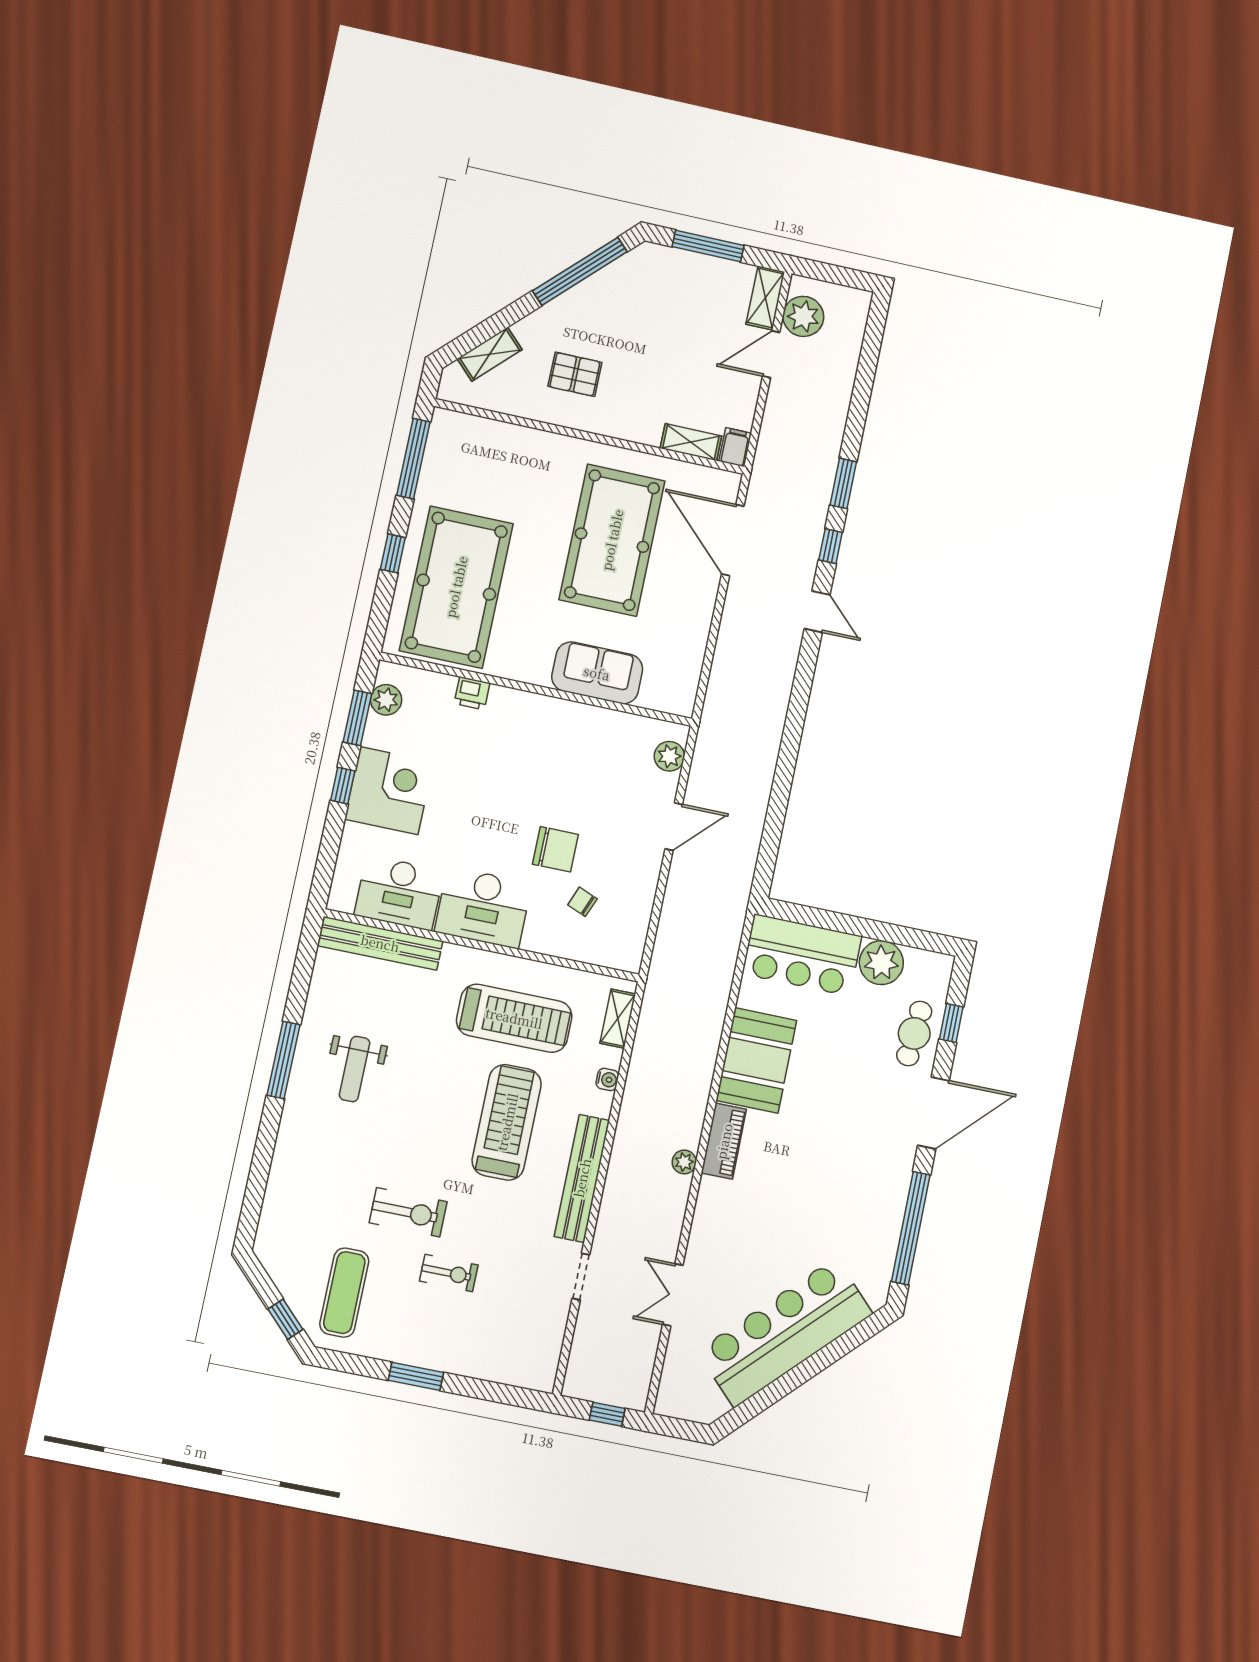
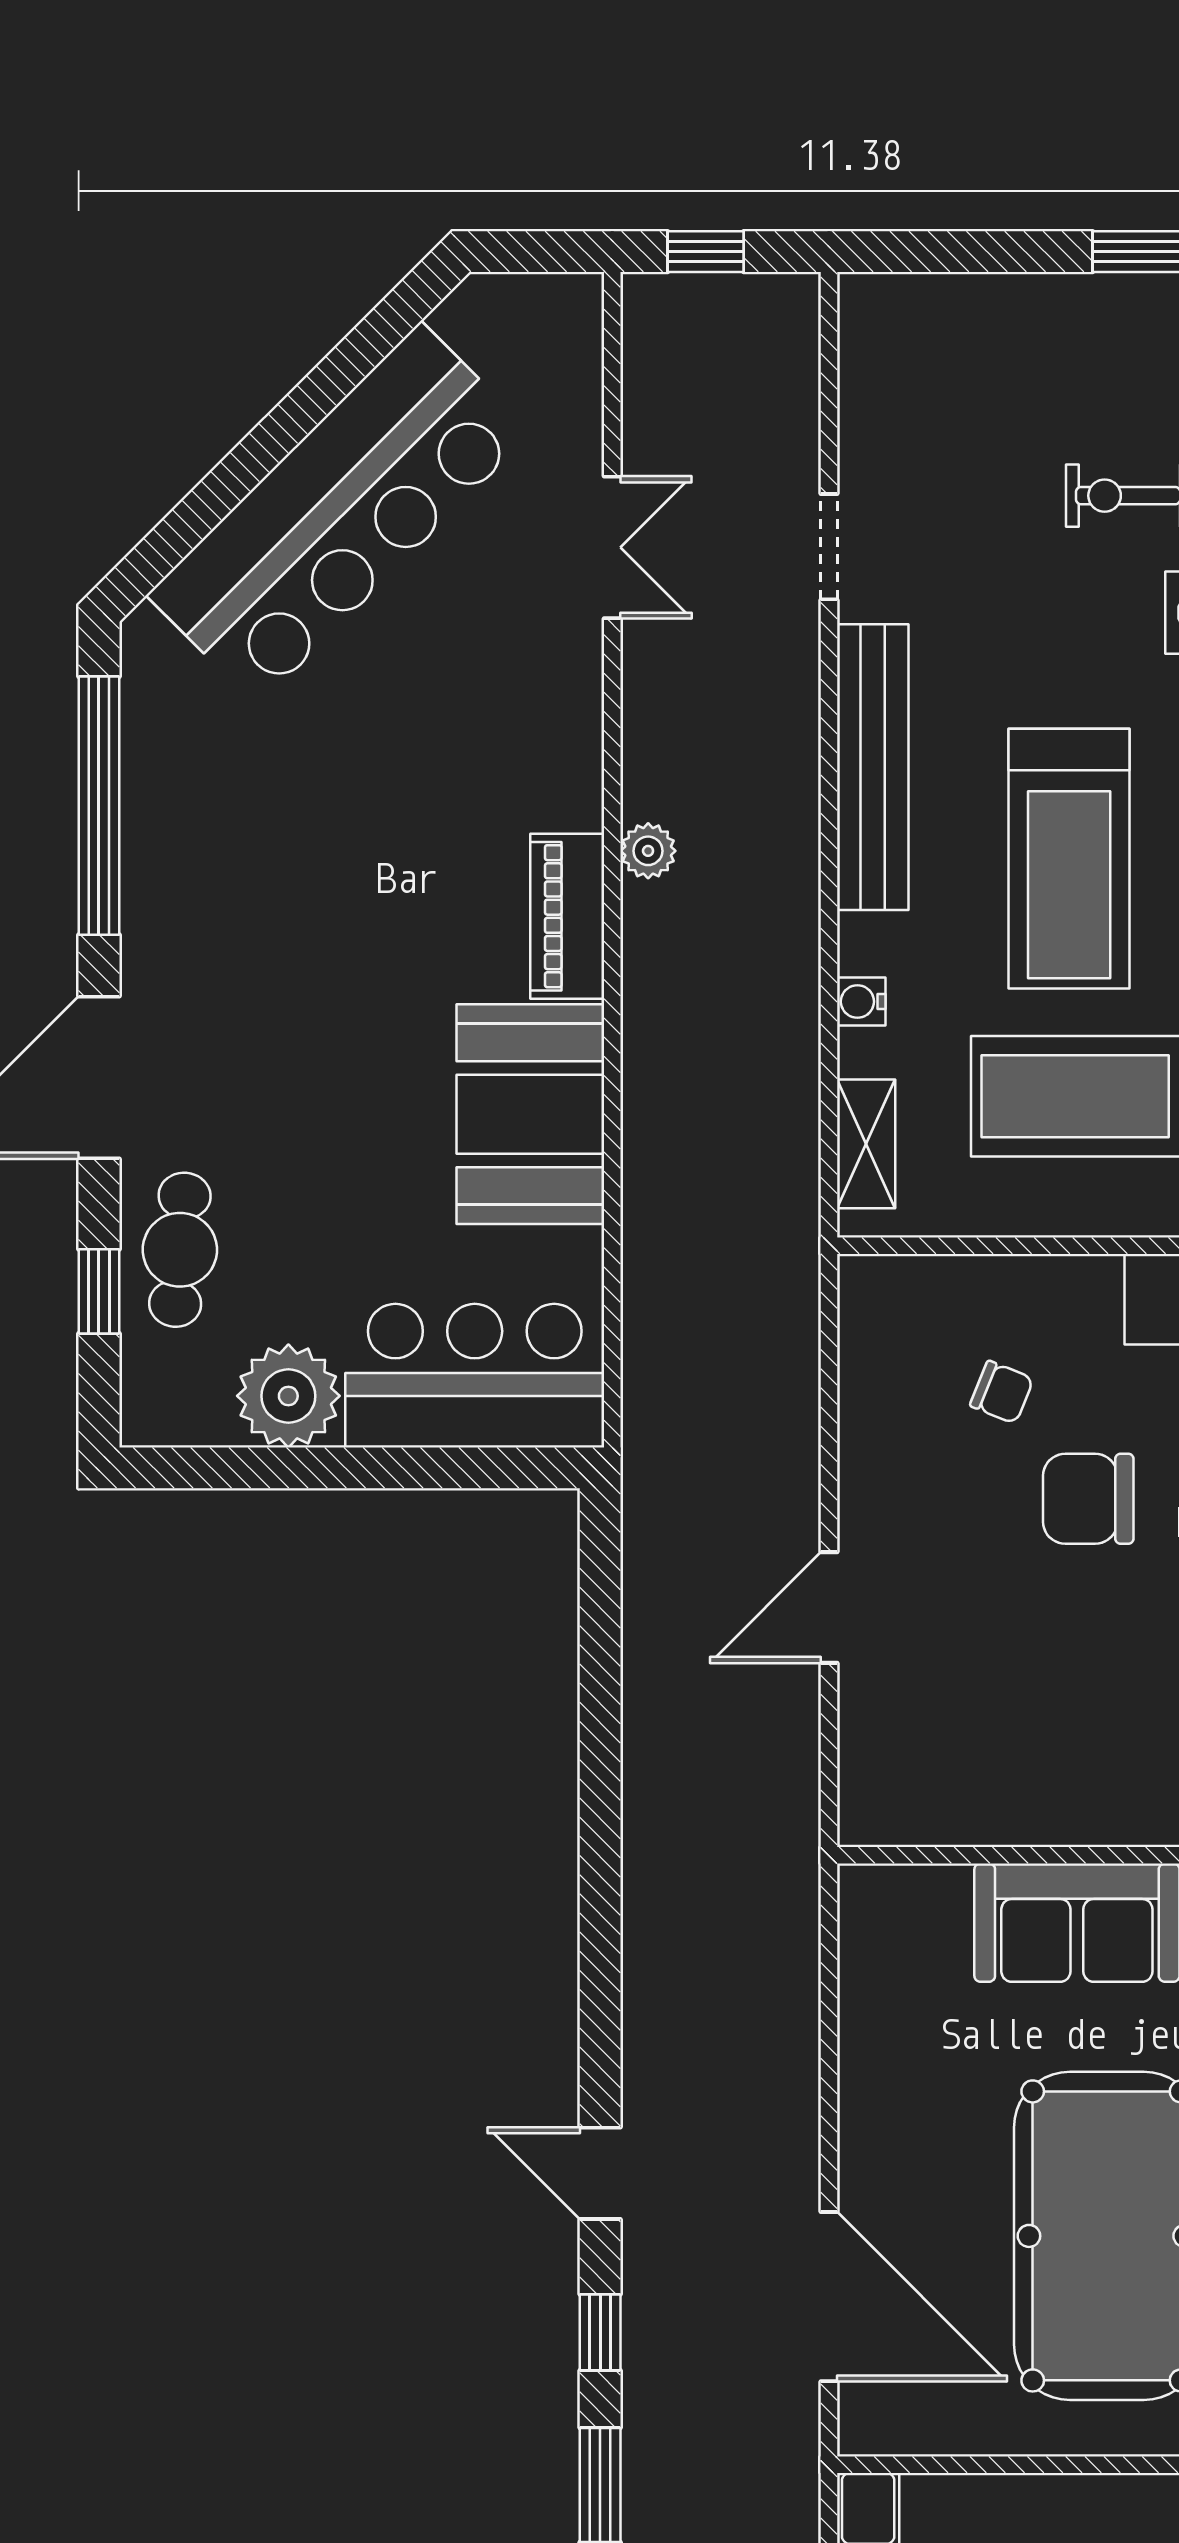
shelving: (691, 442) -> (972, 2503), removed
plant: (669, 756) -> (872, 1766), removed

